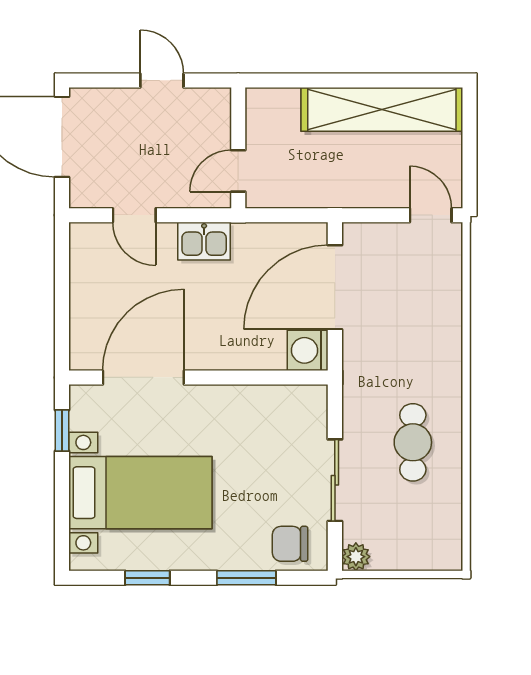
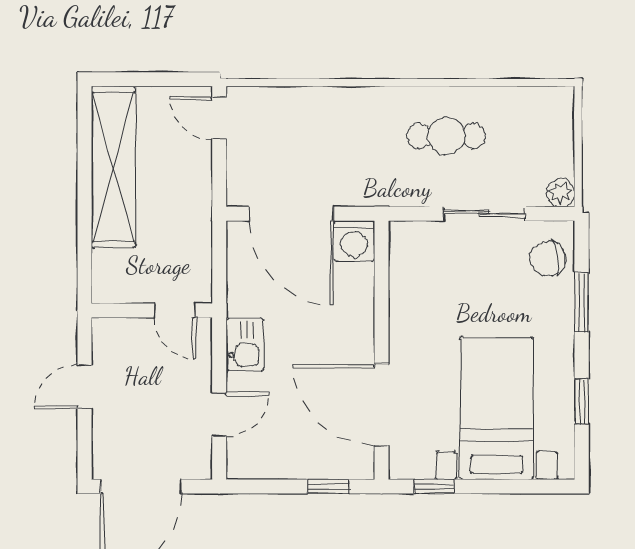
door: (431, 215) -> (219, 118), hinge flipped
window: (62, 324) -> (328, 487), added
chair: (290, 544) -> (548, 259), turned 76

